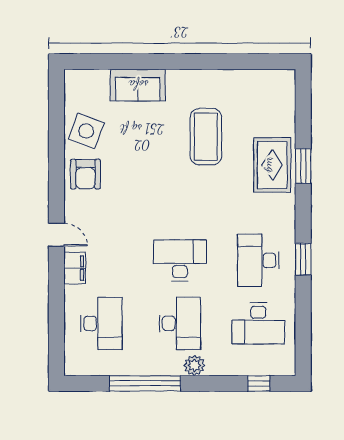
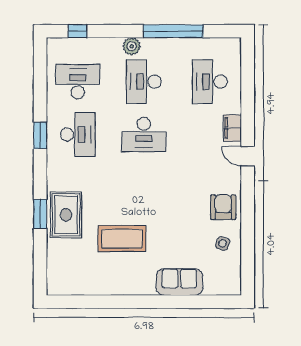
side table: (86, 131) -> (223, 243), width x0.54, depth x0.54
coffee table: (206, 137) -> (122, 239), turned 90

